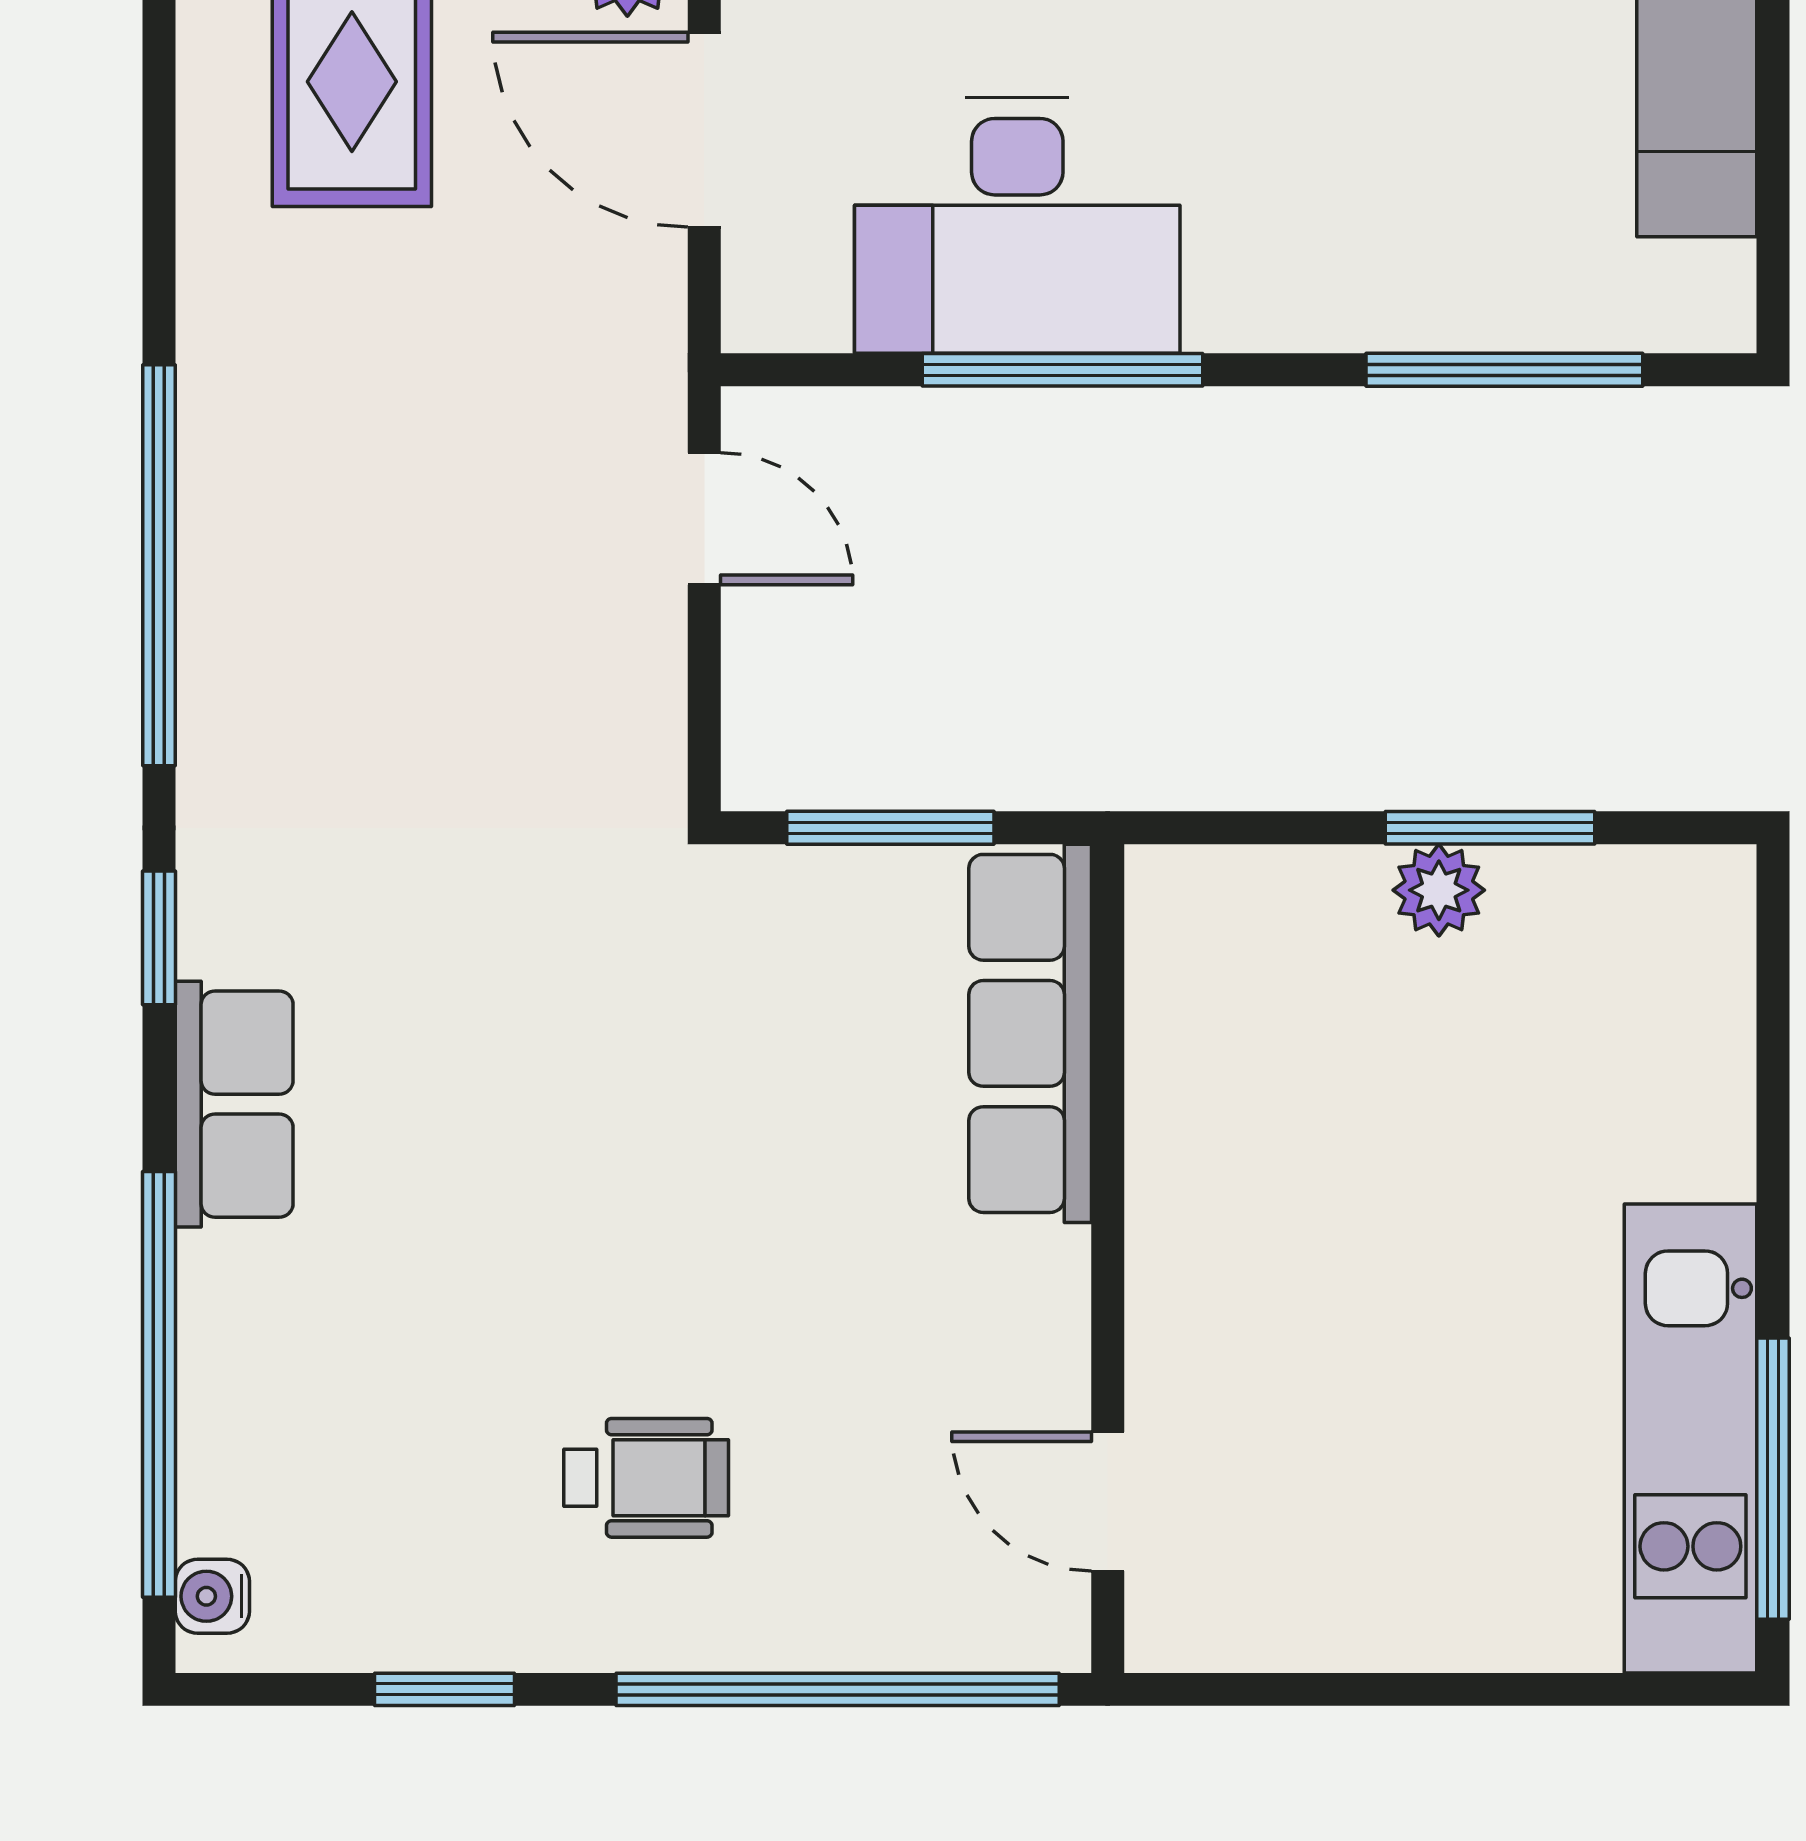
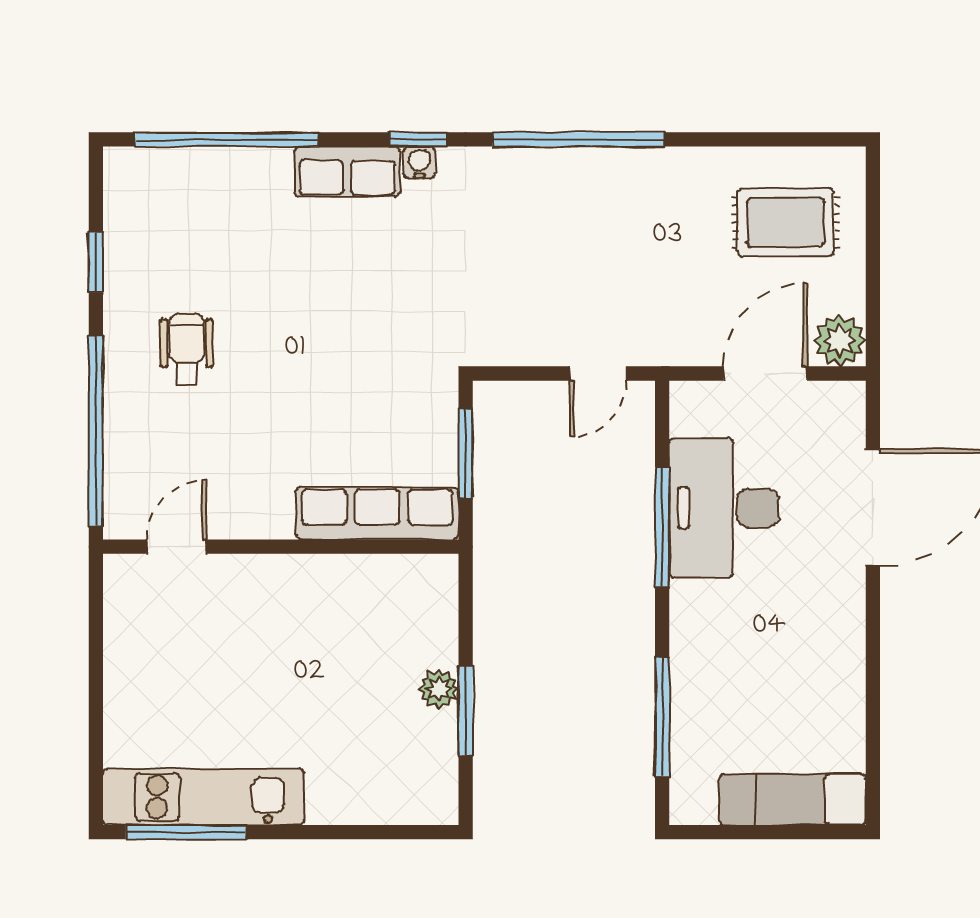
wheelchair: (646, 1478) -> (187, 349), turned 180
water cooler: (212, 1596) -> (419, 162), moved

